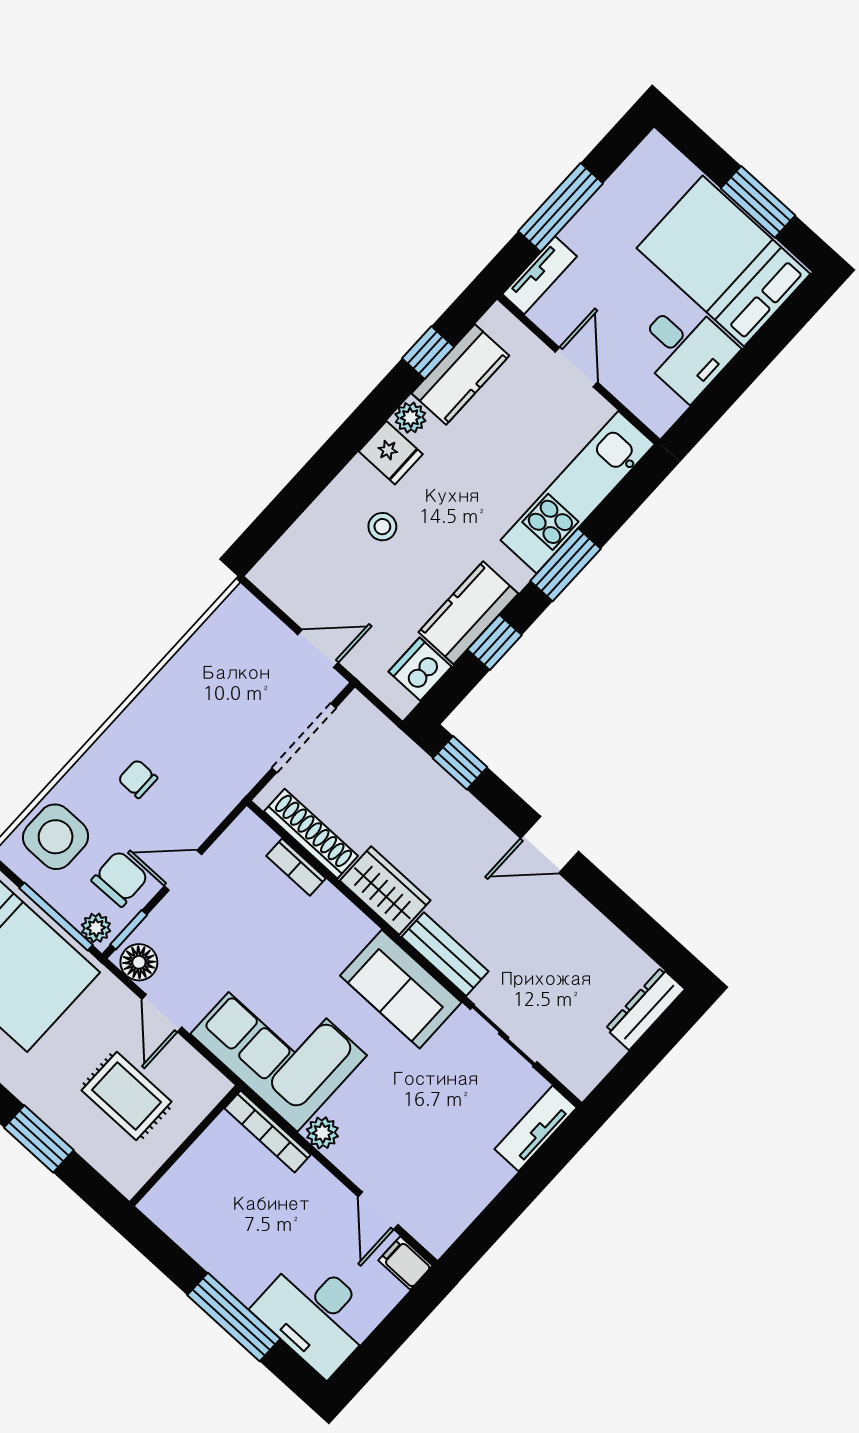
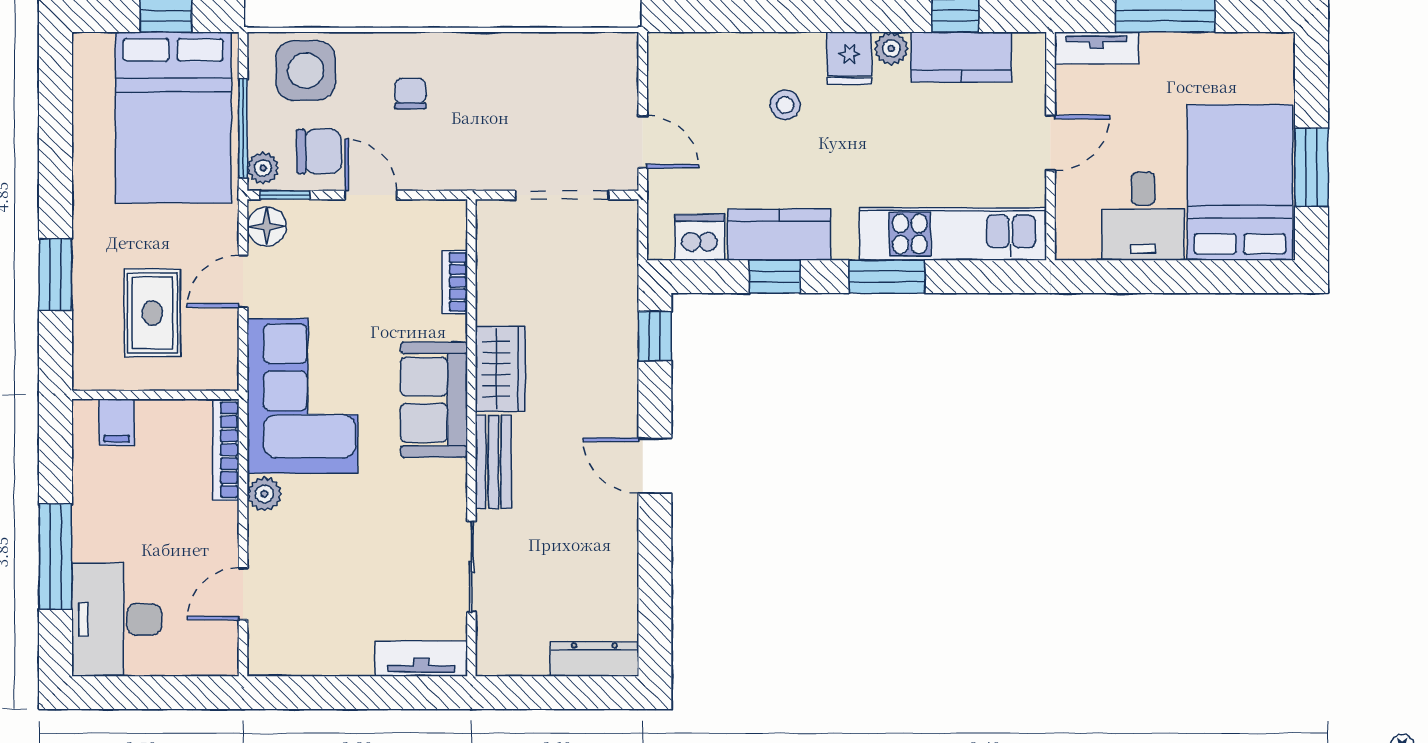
shoe rack: (311, 834) -> (492, 270), removed
sofa: (401, 989) -> (434, 400), moved
filing cabinet: (405, 1263) -> (117, 422), moved, turned 180

